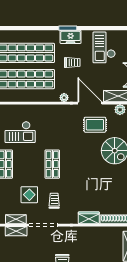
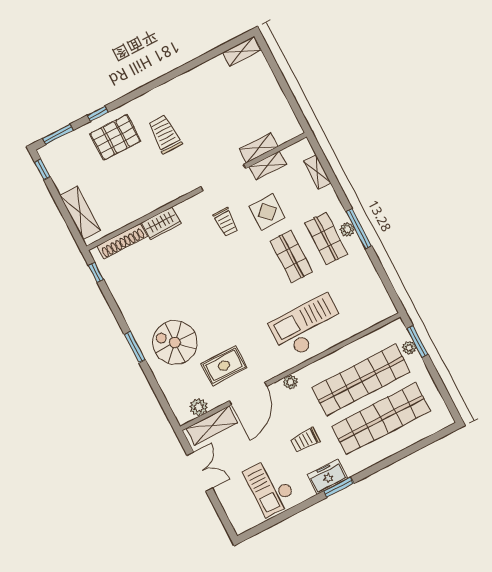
checkout: (104, 47) -> (270, 487), turned 180
door: (90, 103) -> (248, 394), hinge flipped
checkout: (20, 132) -> (307, 326), moved, width x1.36, depth x1.21
shop shelf: (52, 164) -> (291, 257), moved

